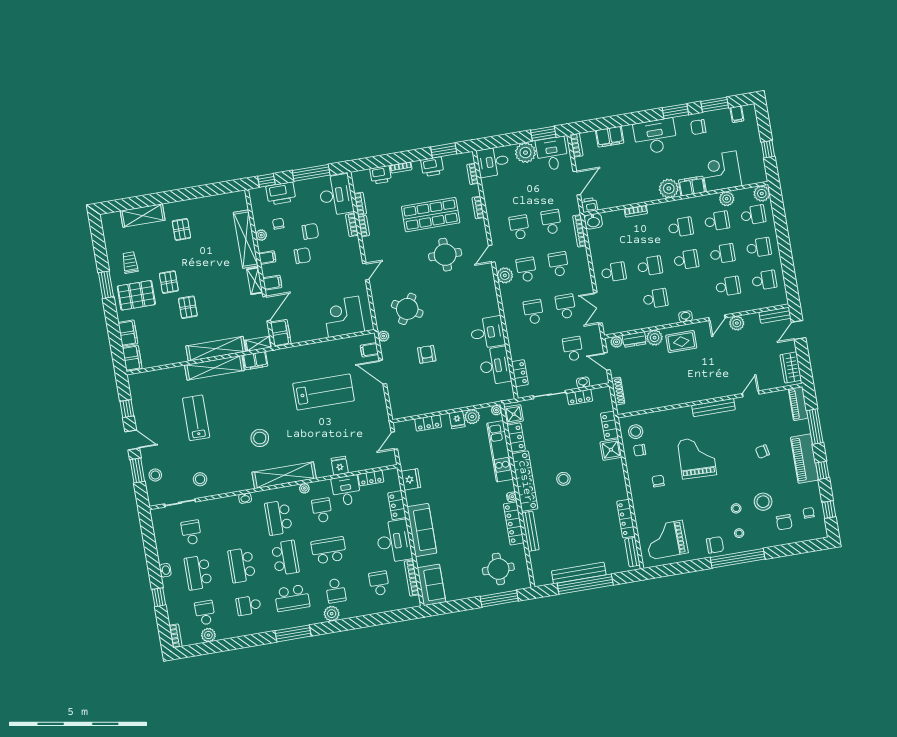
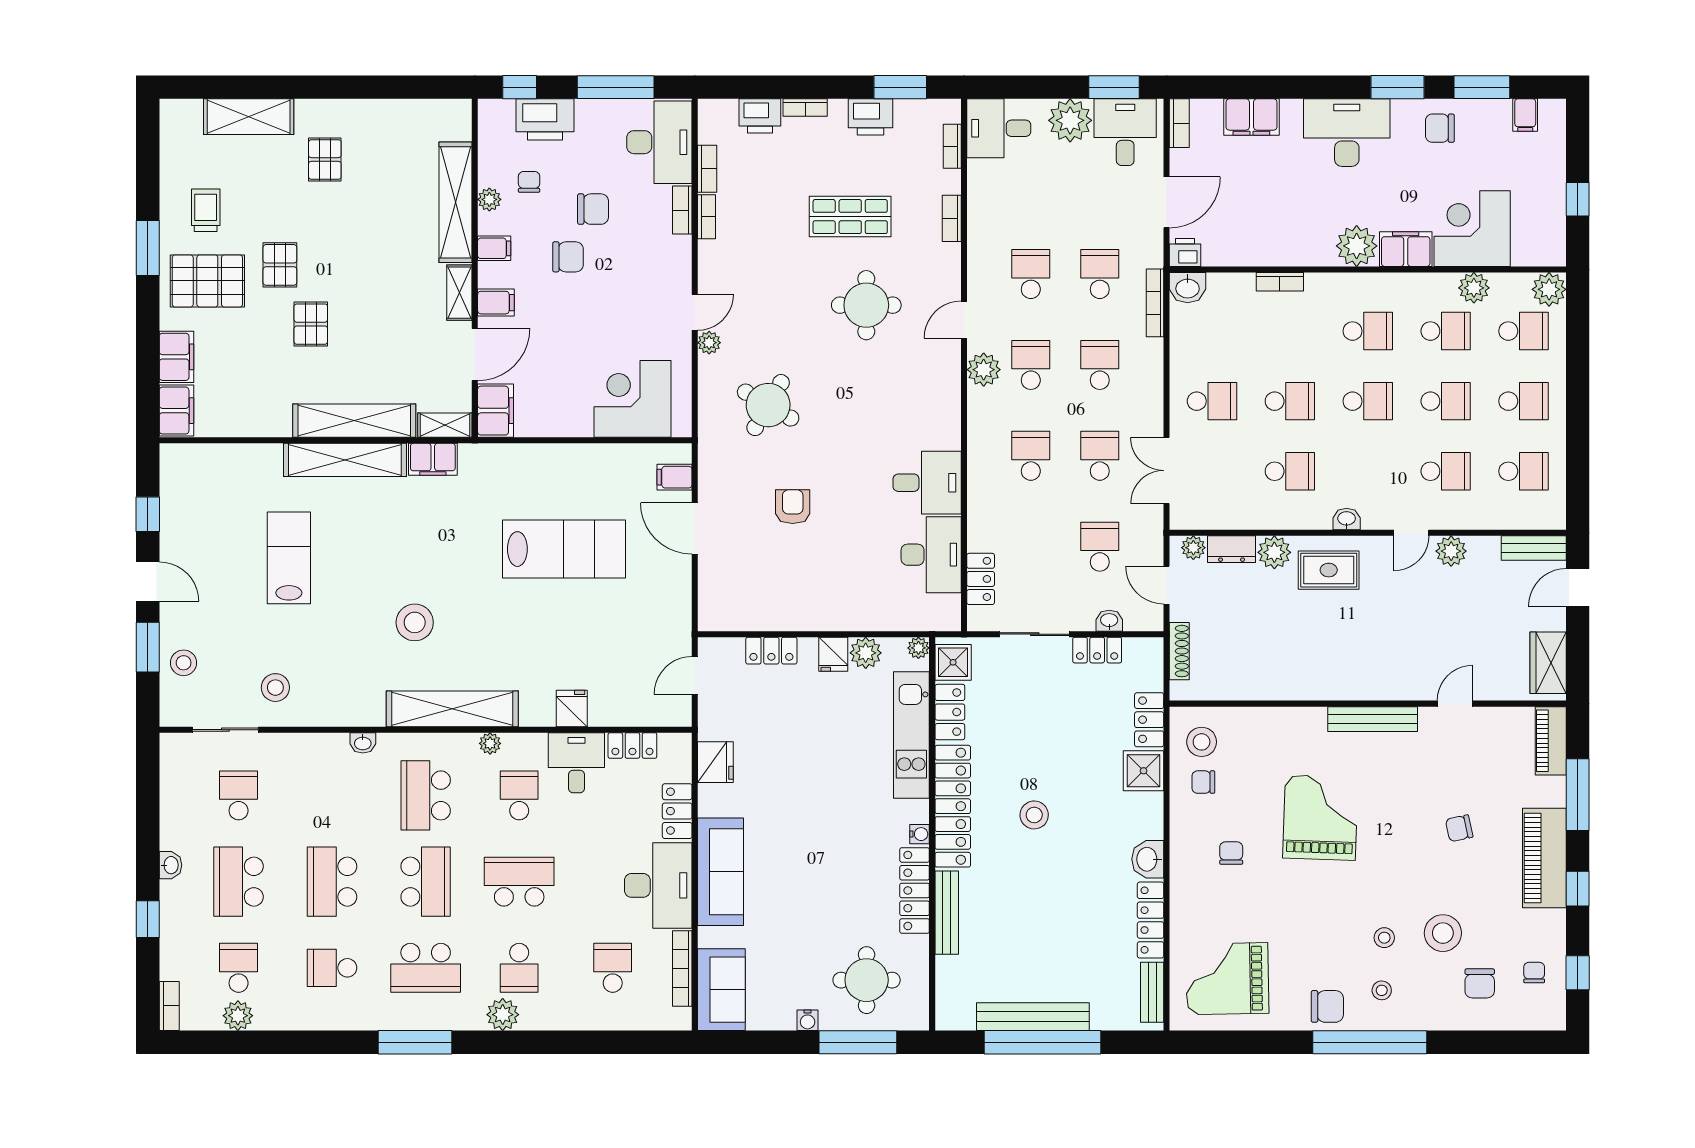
shop shelf: (431, 215) -> (850, 217), width x0.70, depth x0.74
plant: (384, 336) -> (709, 343), moved
washbasin: (620, 491) -> (1148, 859), added
water cooler: (474, 592) -> (808, 1020), added

